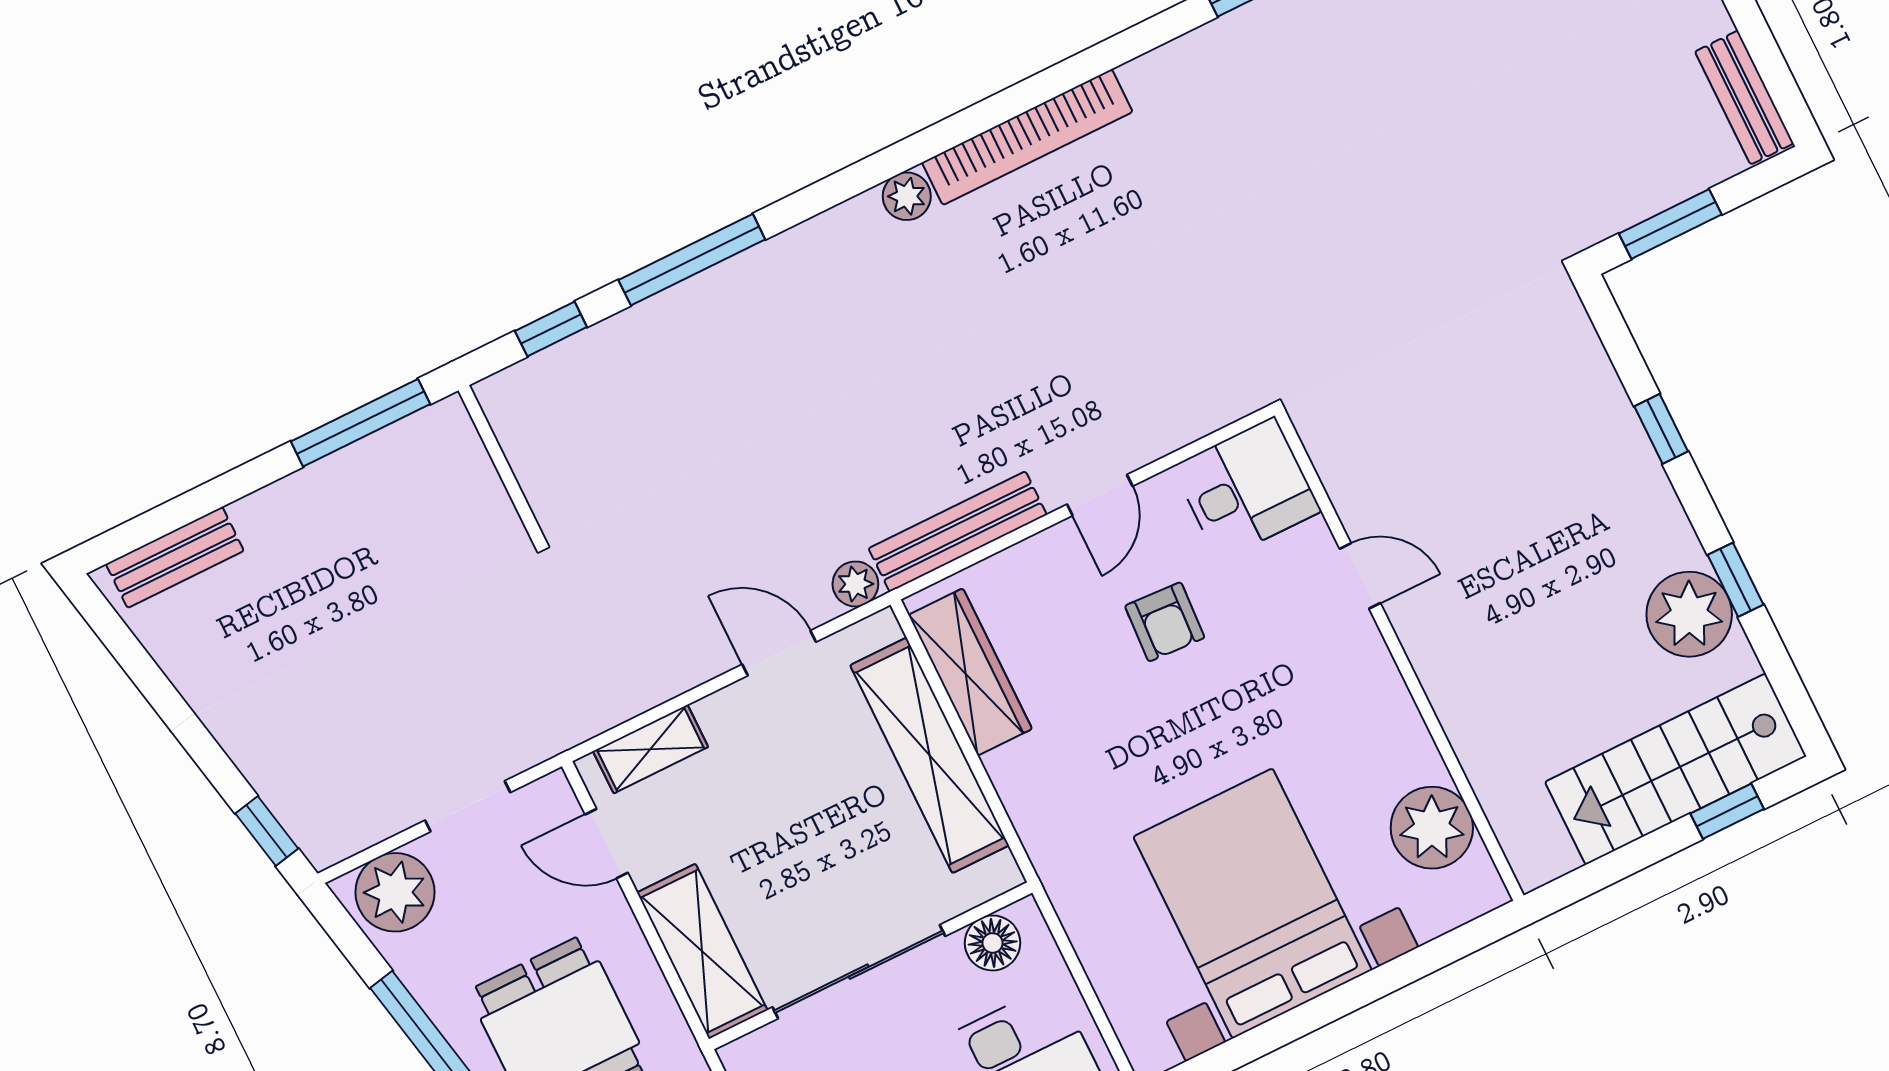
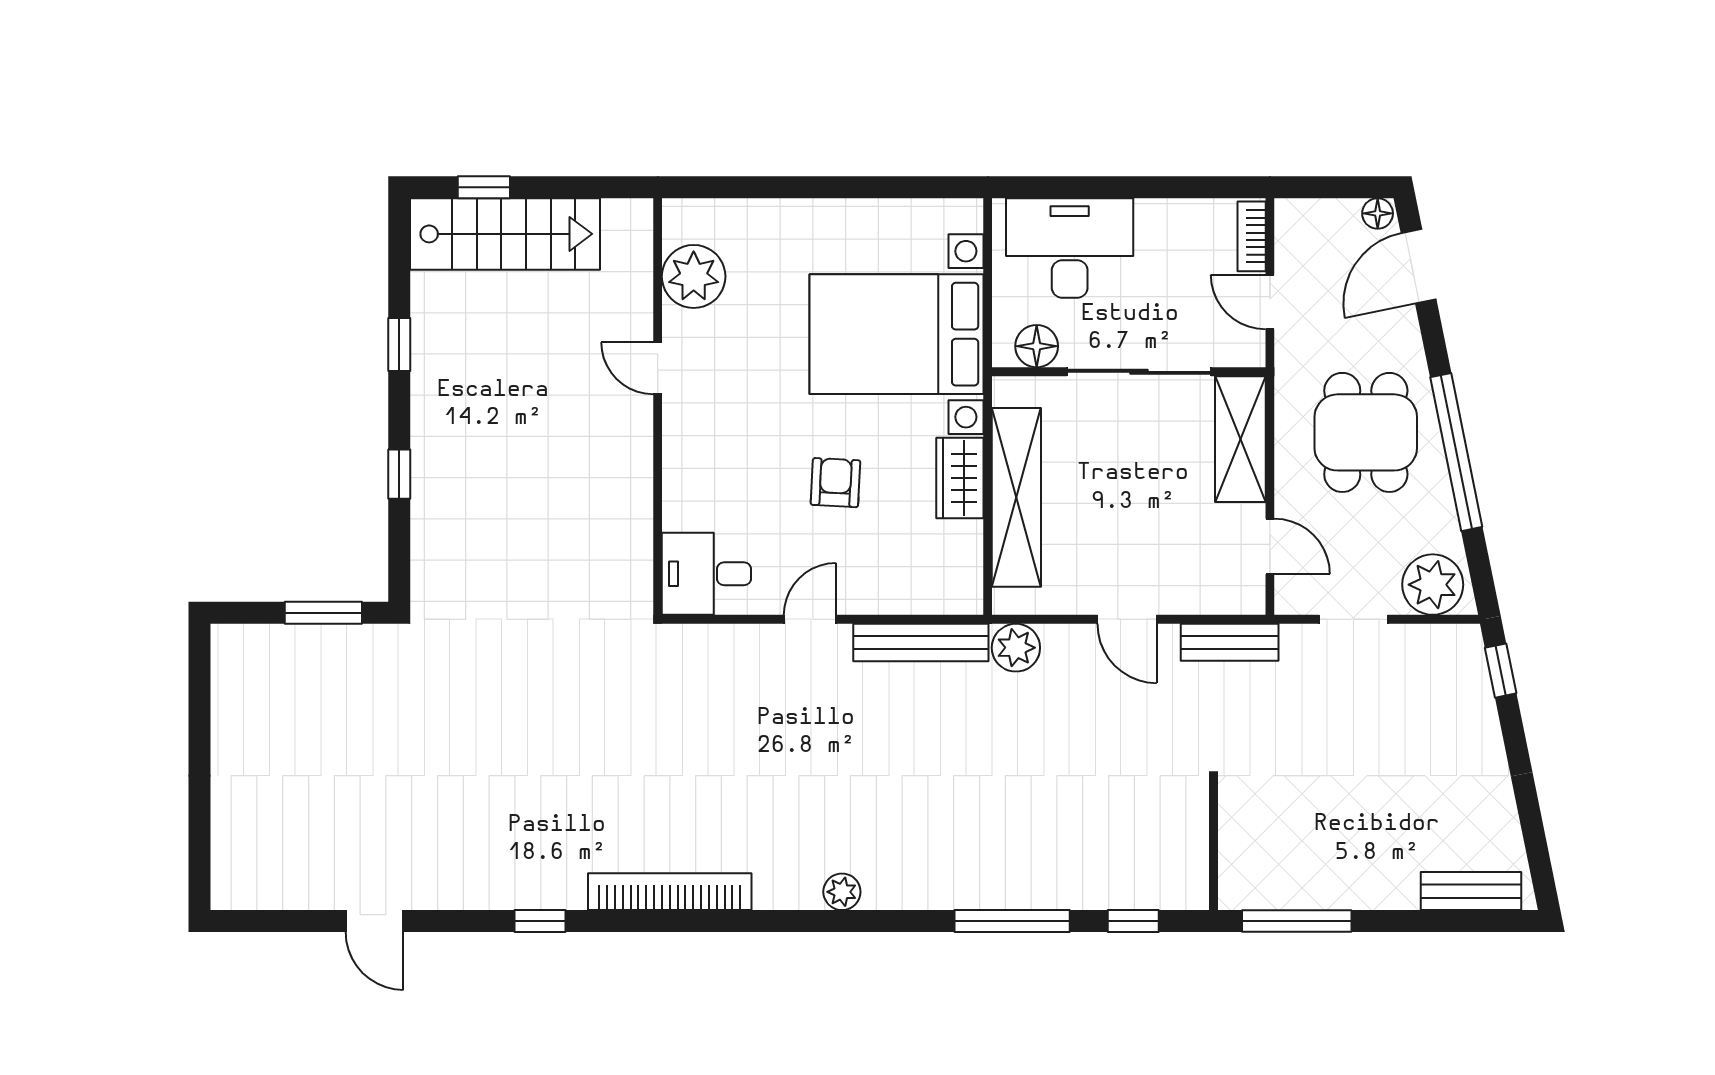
bench: (1744, 97) -> (1230, 642), moved, turned 90
bookcase: (1027, 137) -> (670, 892), moved
door: (1360, 576) -> (658, 368), moved
plant: (855, 584) -> (1016, 648), width x1.38, depth x1.38
plant: (1689, 614) -> (443, 336), removed
armchair: (1165, 622) -> (835, 483), moved
door: (779, 653) -> (1127, 619), moved
wardrobe: (970, 672) -> (960, 478), moved, width x0.67
shelving: (651, 749) -> (1207, 597), removed
bed with nightstands: (1253, 903) -> (896, 334), moved, turned 90

